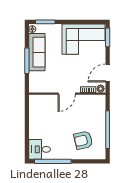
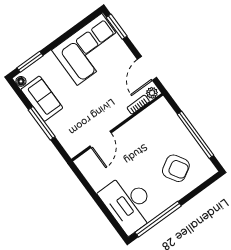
sofa: (37, 52) -> (42, 99), width x0.73
door: (67, 94) -> (100, 139), moved
armchair: (83, 140) -> (176, 168), turned -108
desk: (40, 149) -> (129, 203), width x1.87, depth x1.30

